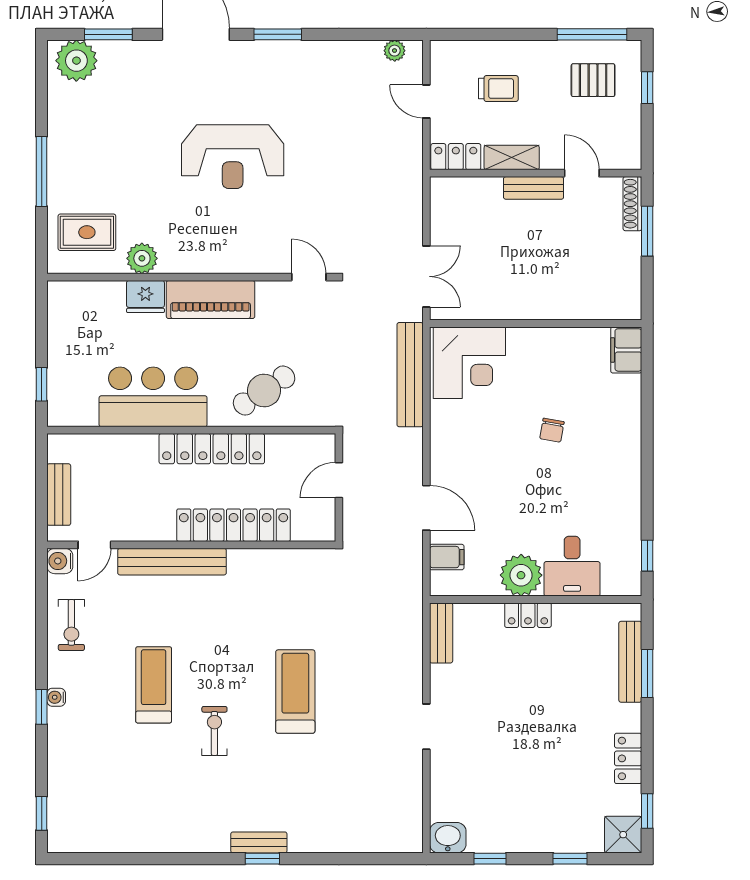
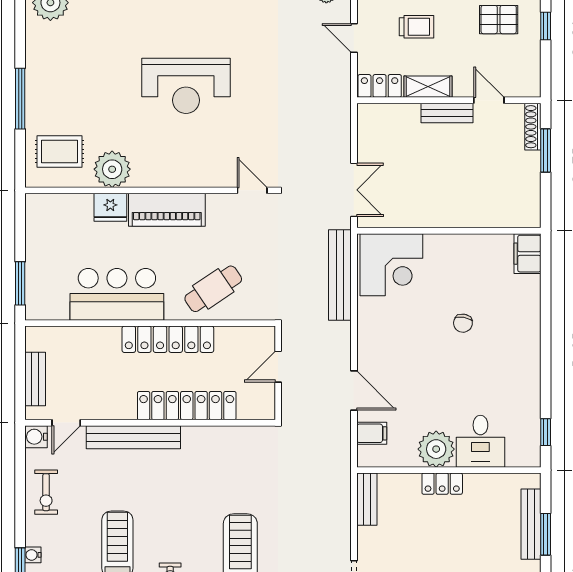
plant: (142, 258) -> (112, 169), width x1.36, depth x1.36
window: (42, 384) -> (20, 283), width x1.50

